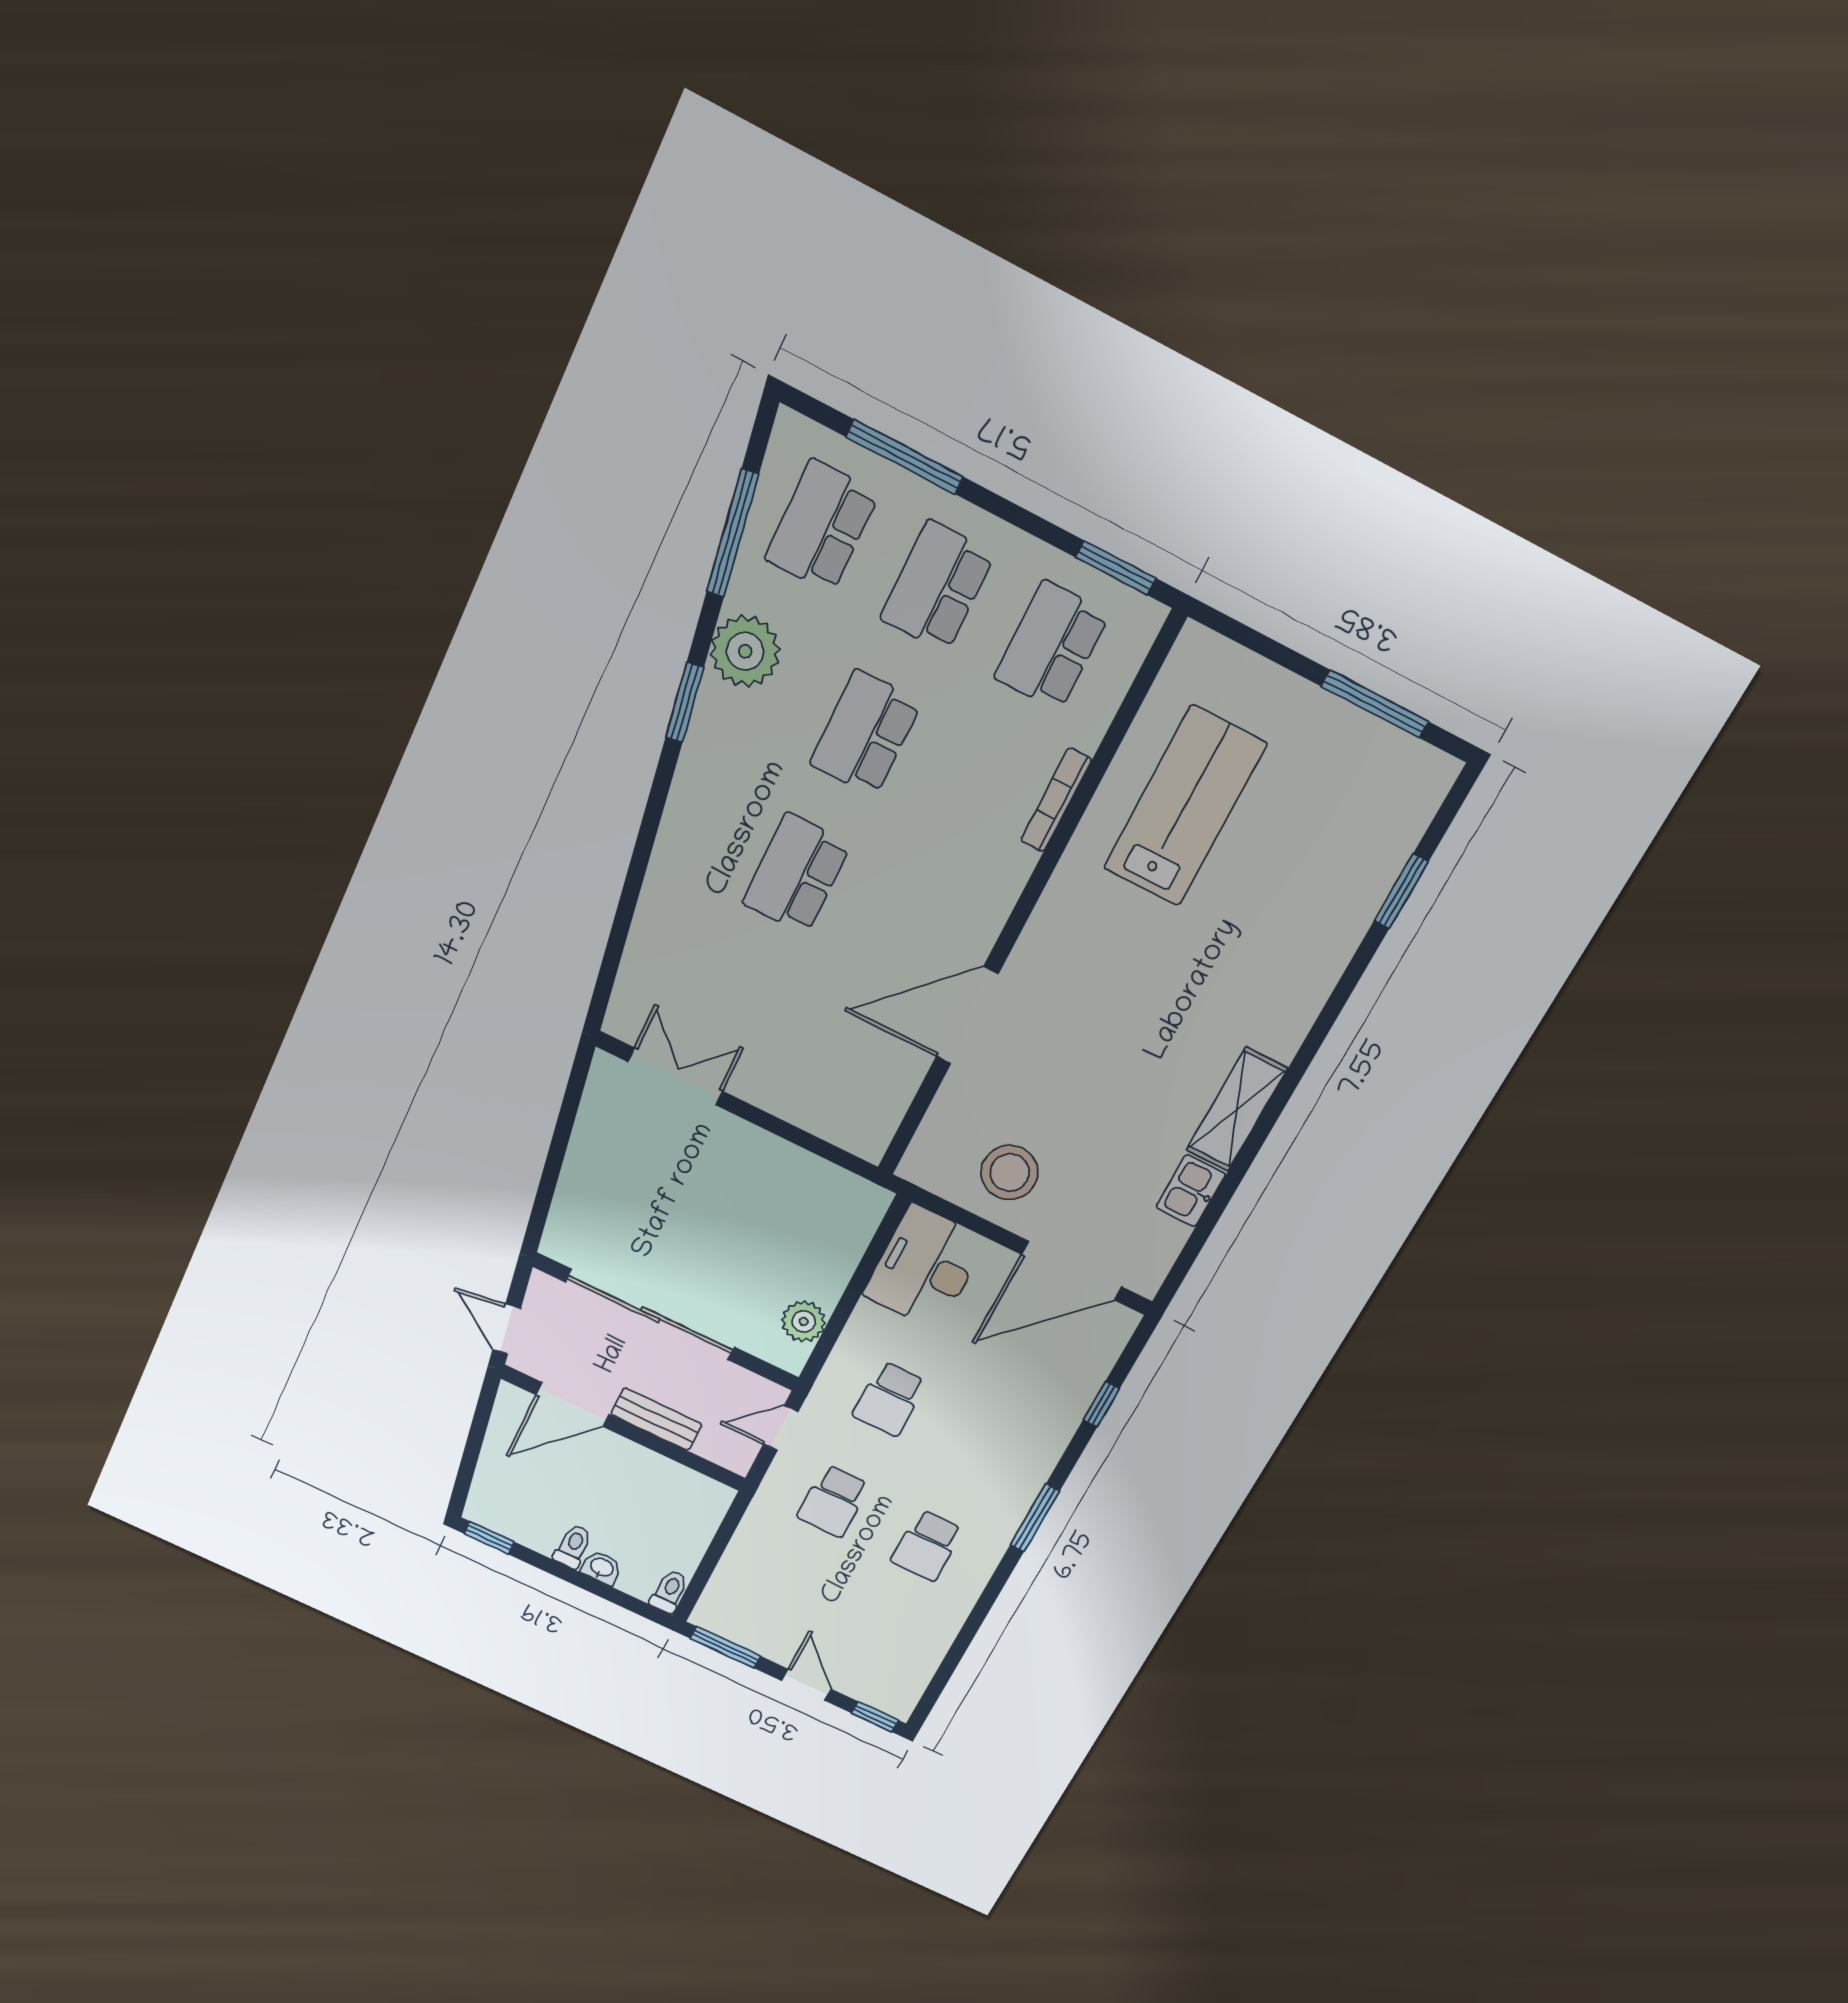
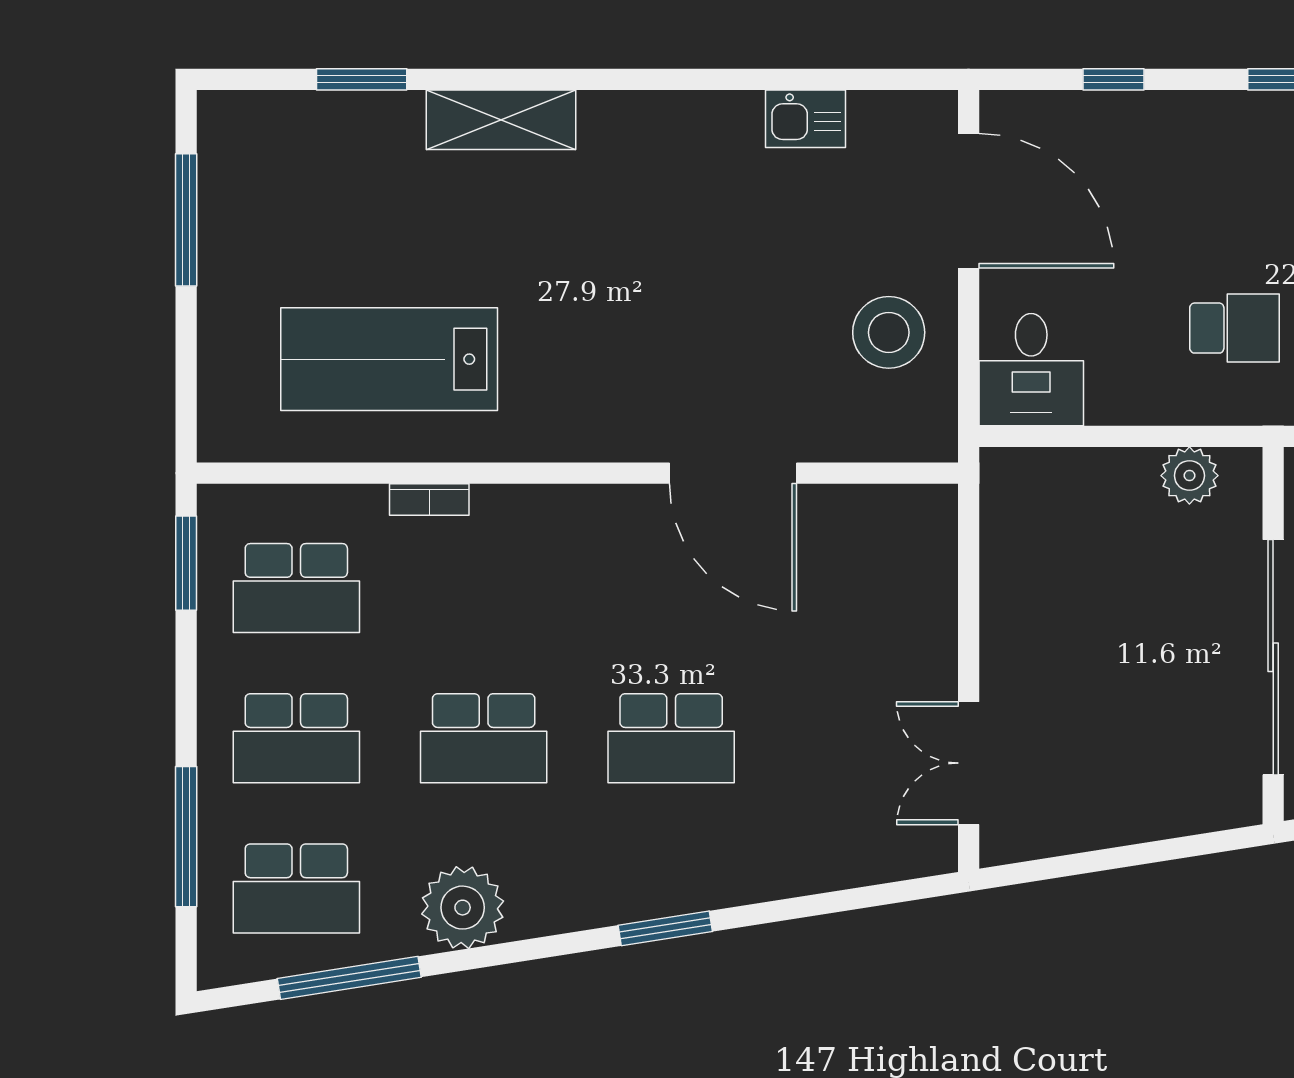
window: (685, 702) -> (665, 928), moved
bookcase: (1056, 800) -> (429, 499), width x0.64
shelving: (1237, 1109) -> (501, 120), moved
desk: (925, 1267) -> (1031, 370), width x0.73

